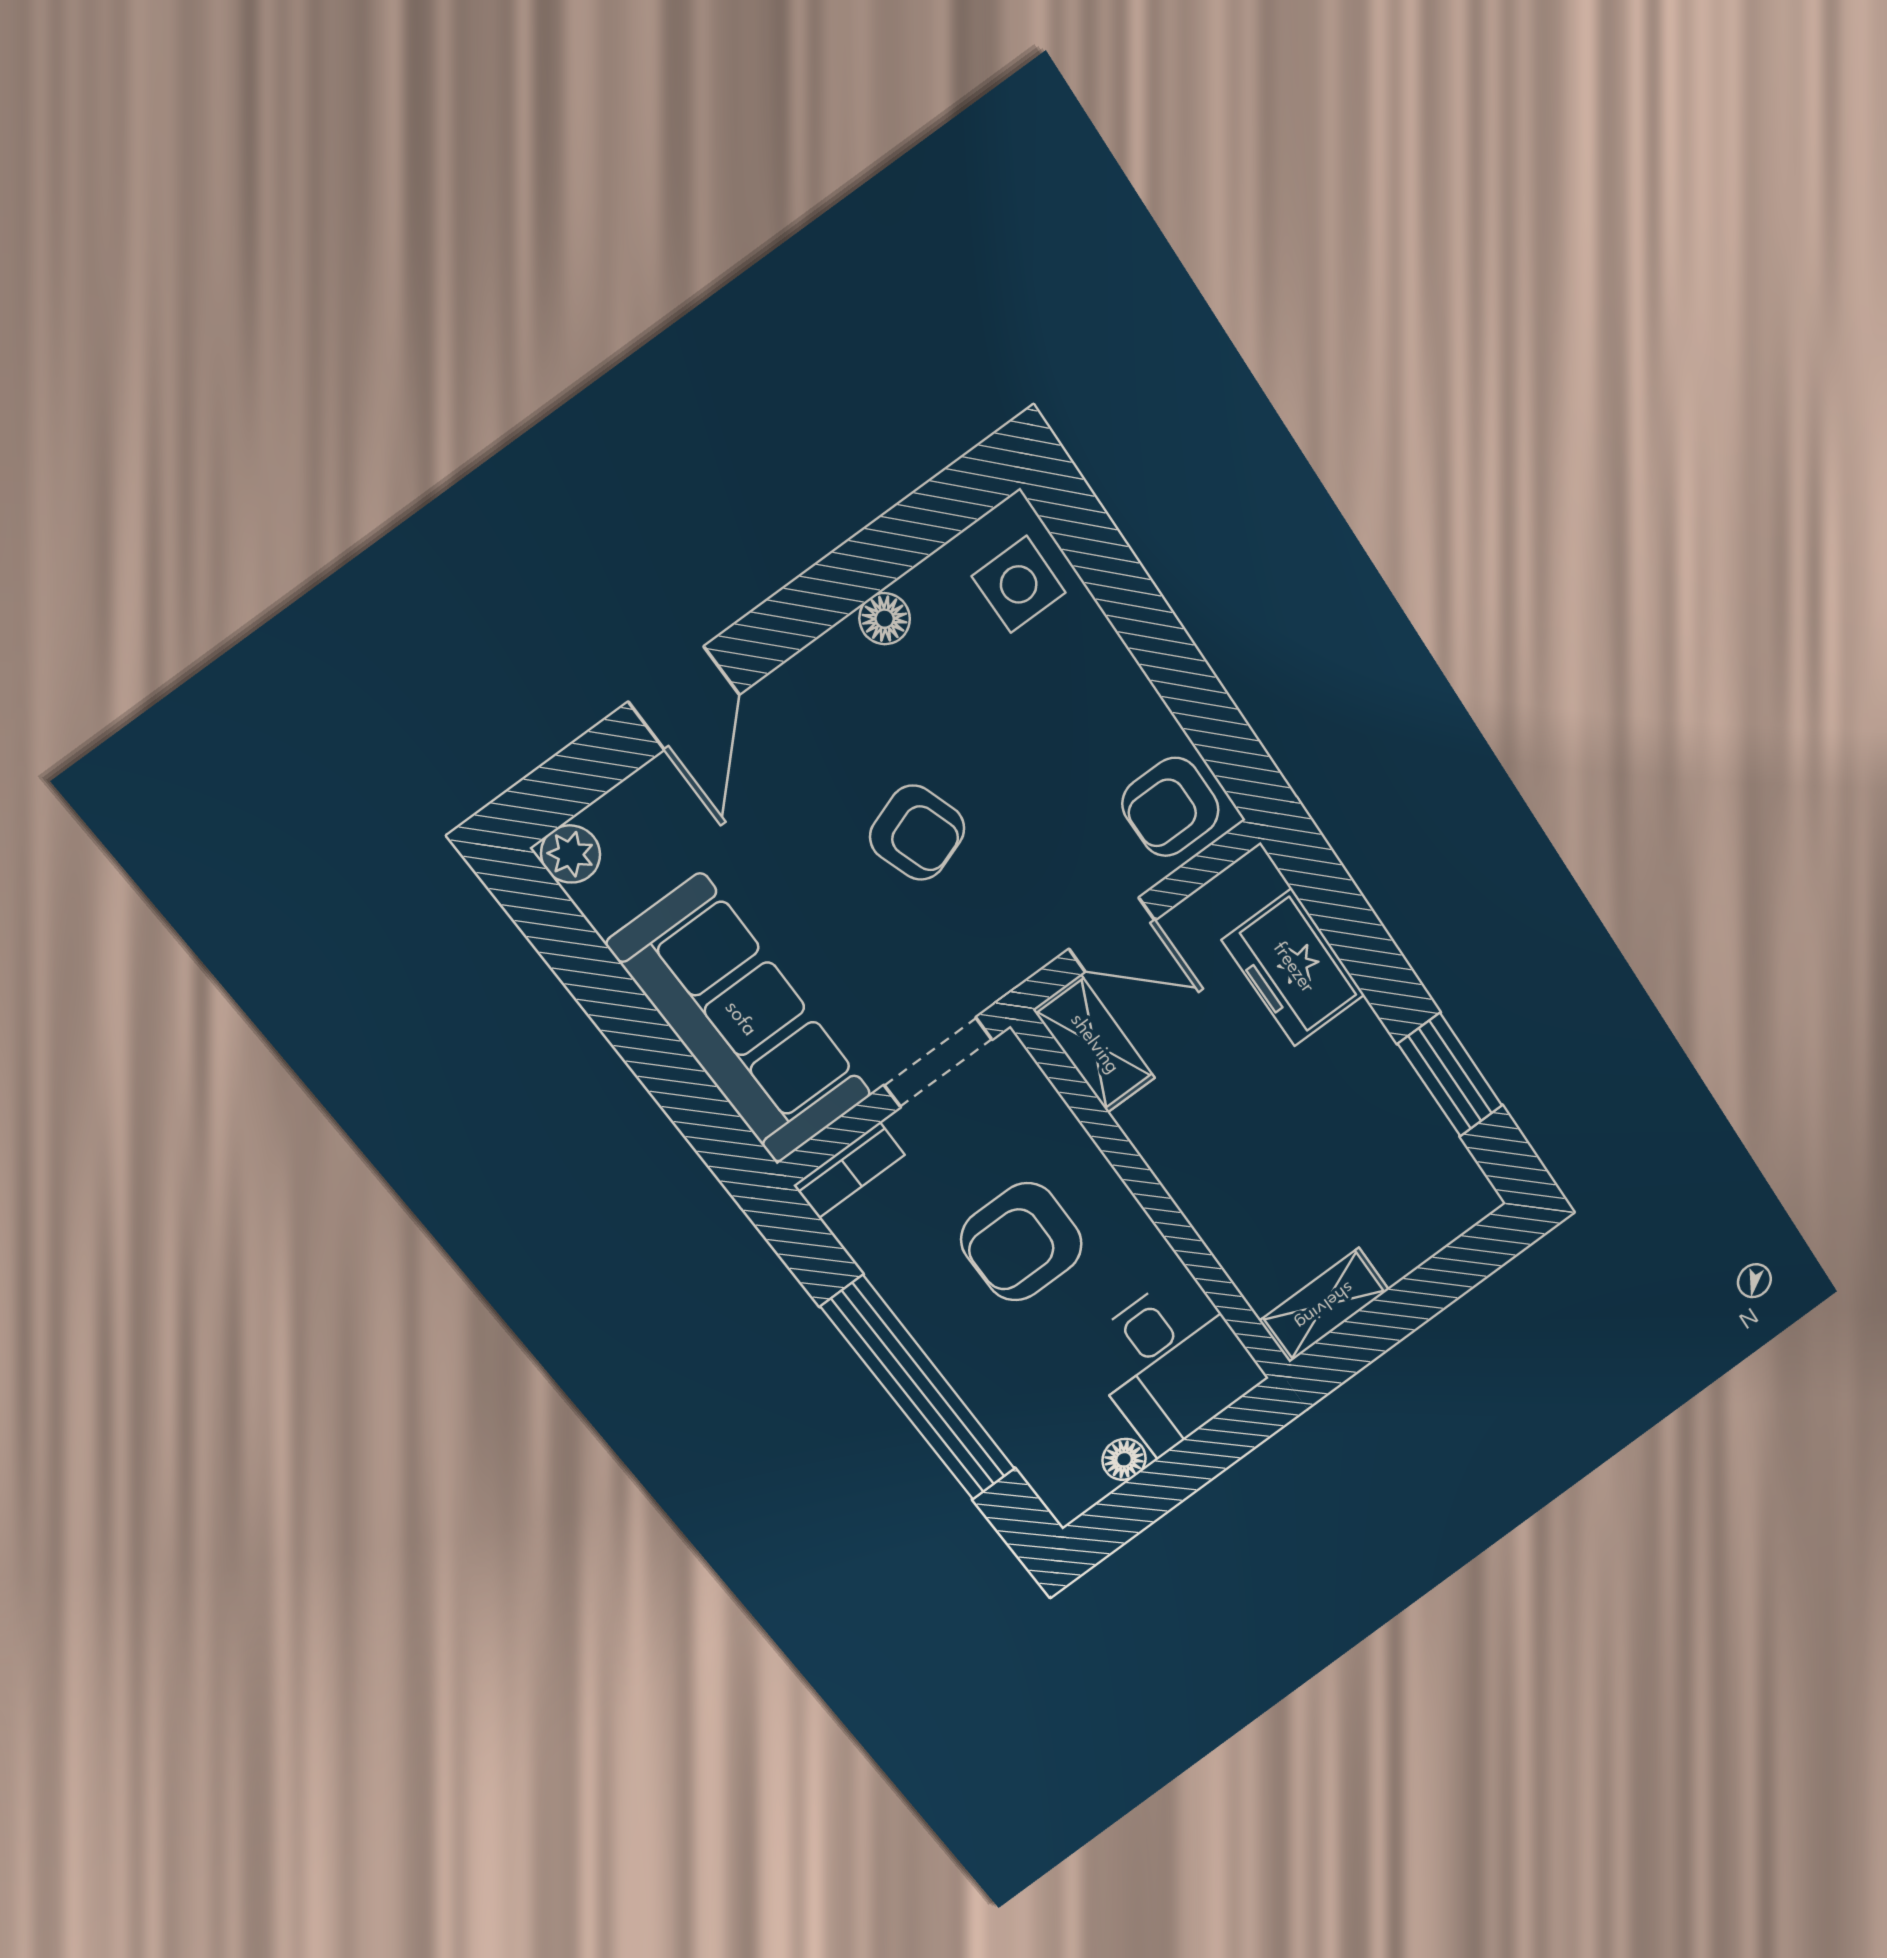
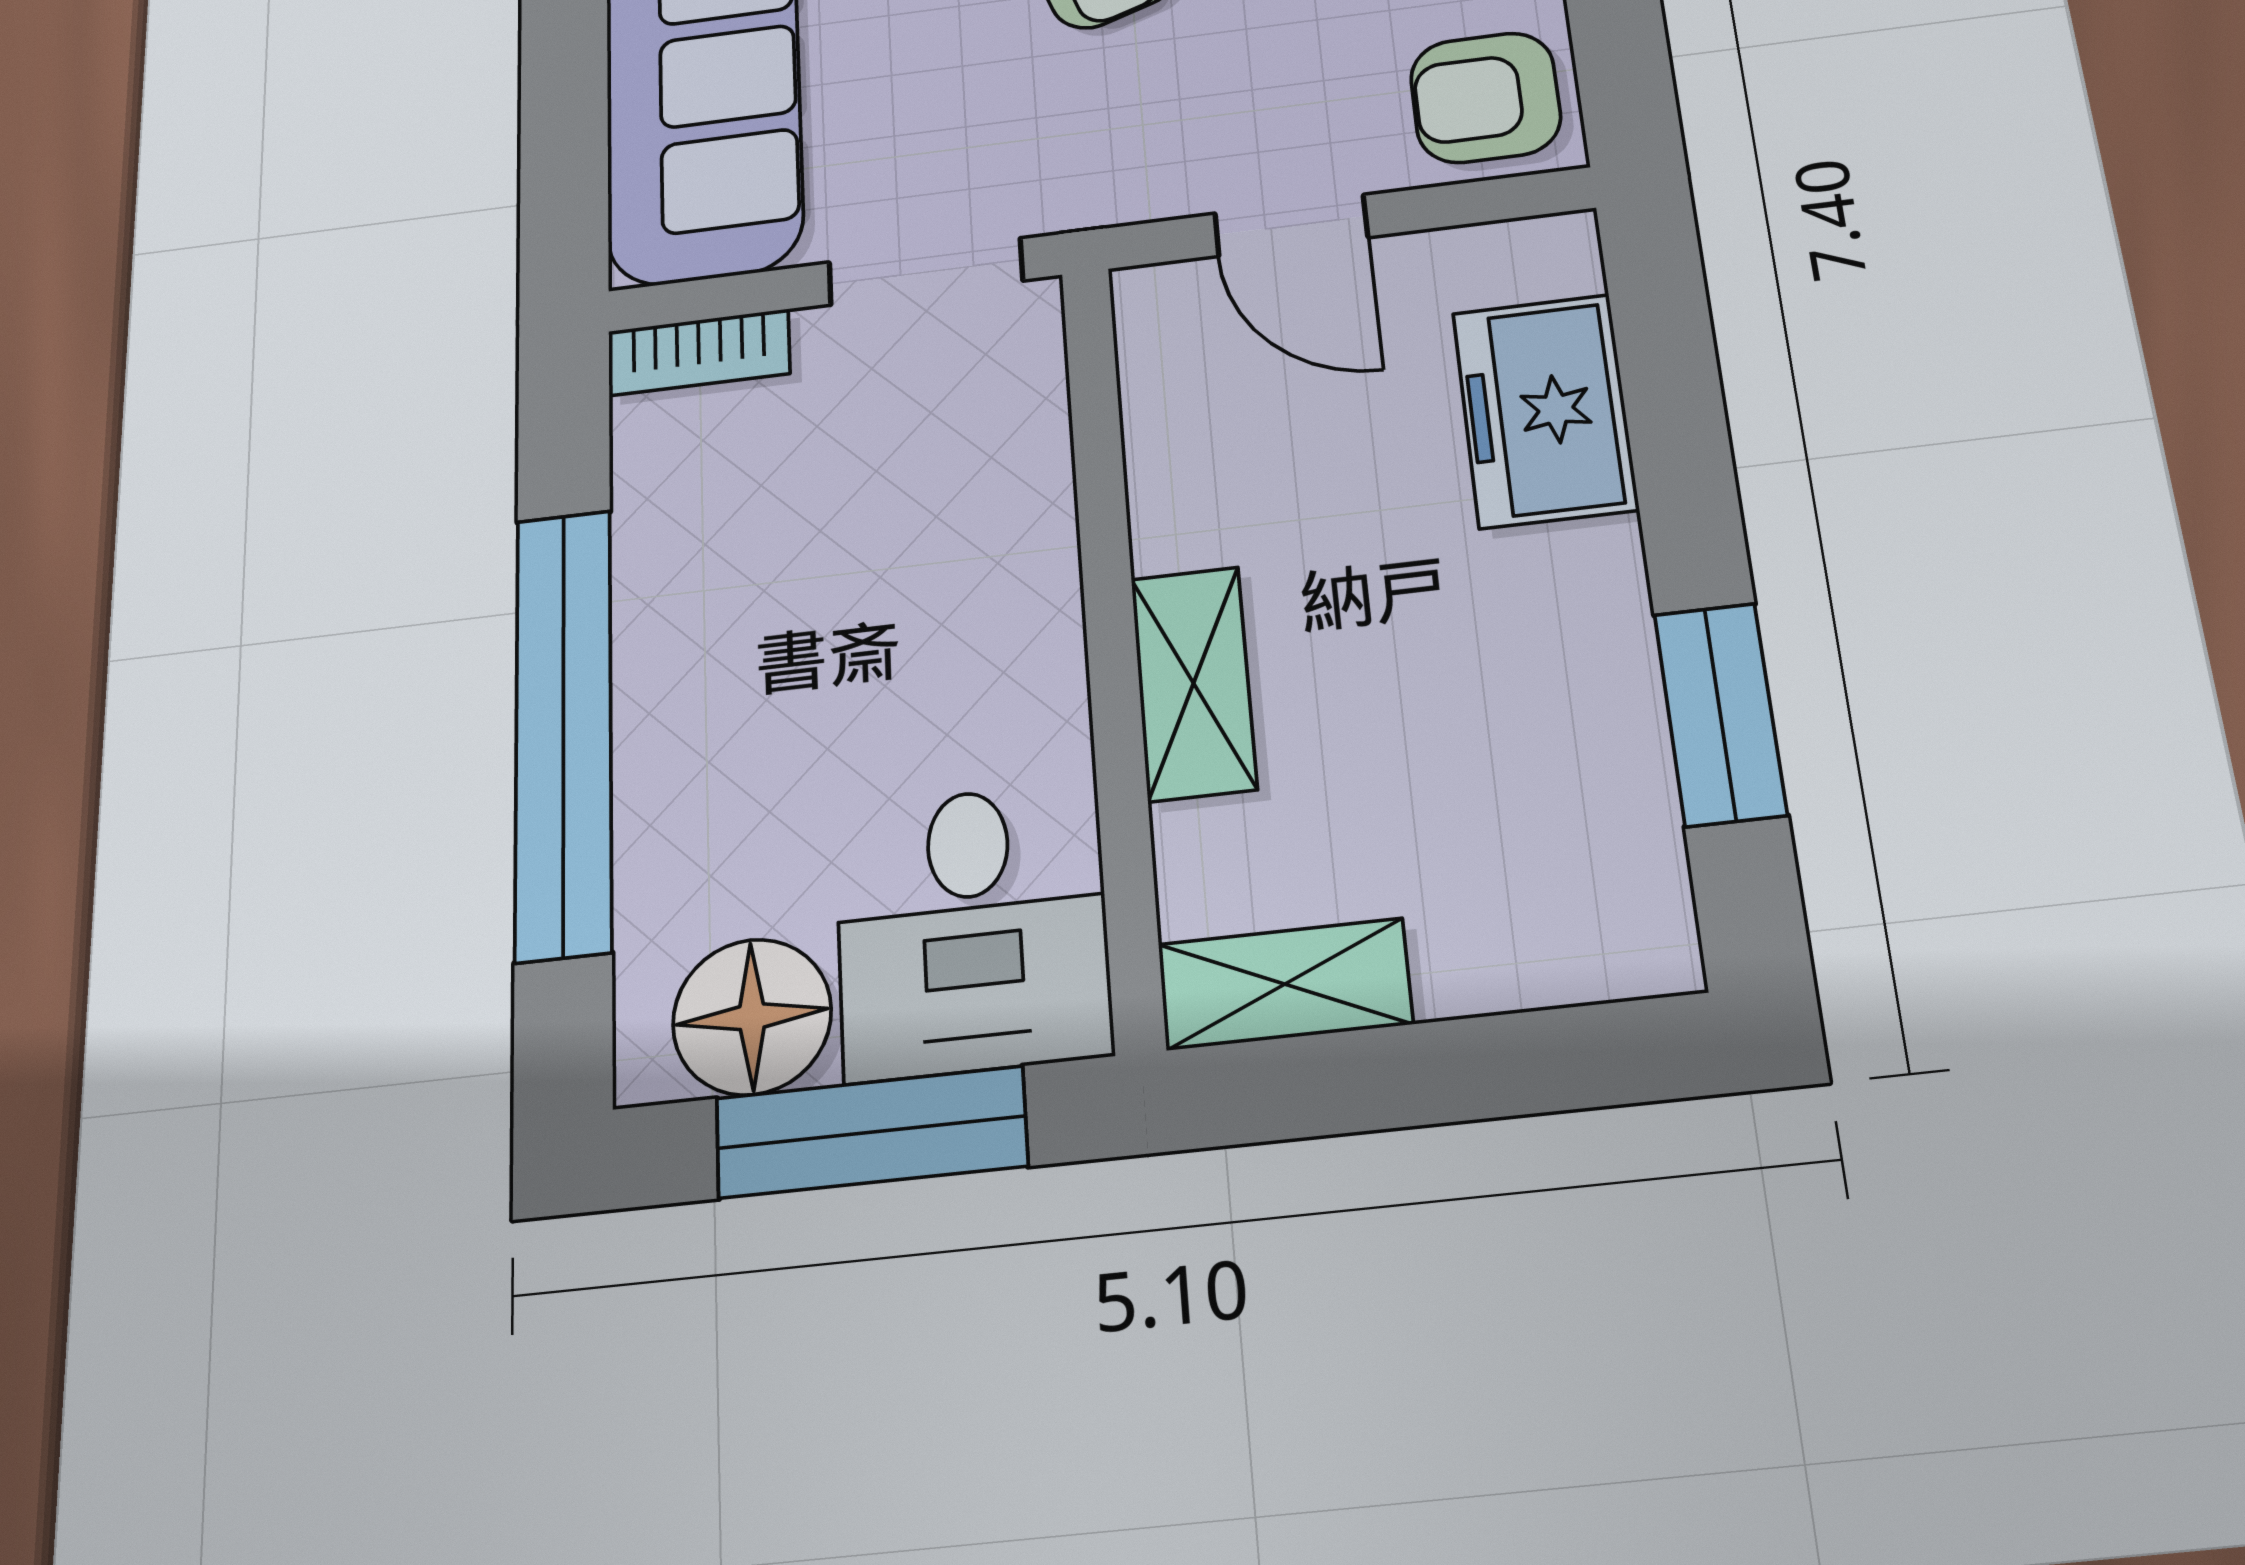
shelving: (1094, 1044) -> (1193, 683), moved
armchair: (1021, 1242) -> (868, 594), removed
floor lamp: (1124, 1459) -> (752, 1017), width x1.89, depth x1.89
window: (1183, 1471) -> (871, 1132), added

